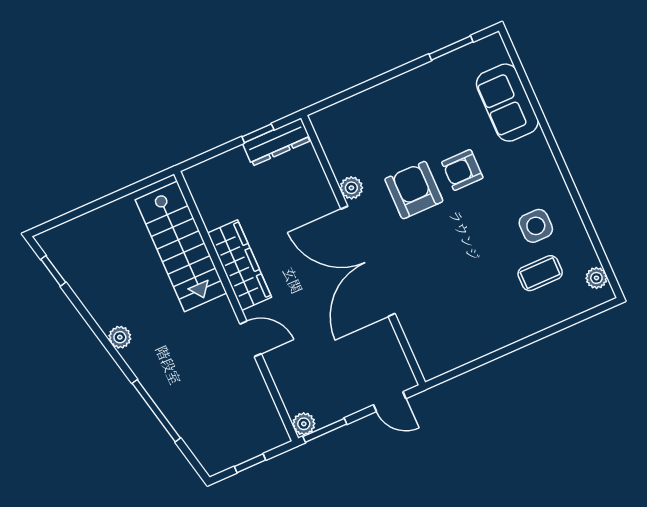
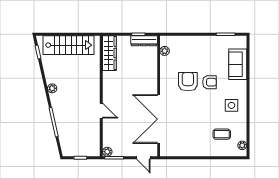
armchair: (462, 170) -> (210, 82), turned 180
plant: (351, 188) -> (165, 51), moved
side table: (536, 226) -> (231, 105), moved
stairs: (181, 246) -> (68, 45), moved, turned -90
double door: (368, 261) -> (159, 119), moved
wardrobe: (240, 265) -> (109, 53), moved

